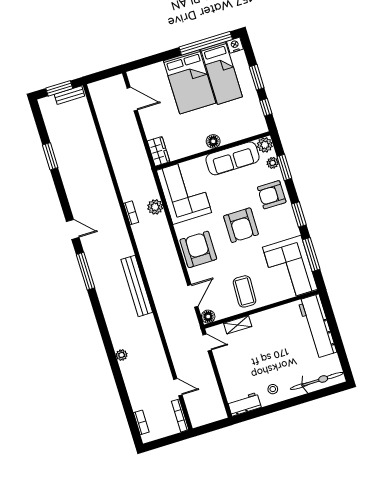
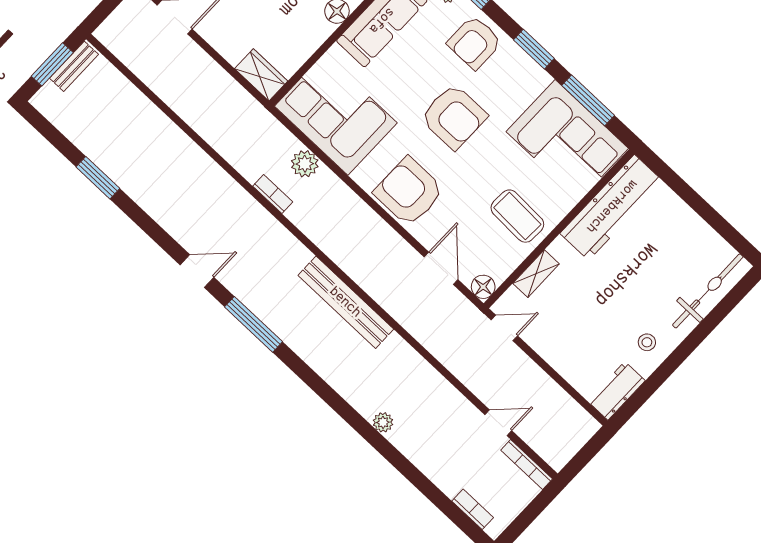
workbench: (317, 326) -> (612, 207), moved, turned -90

